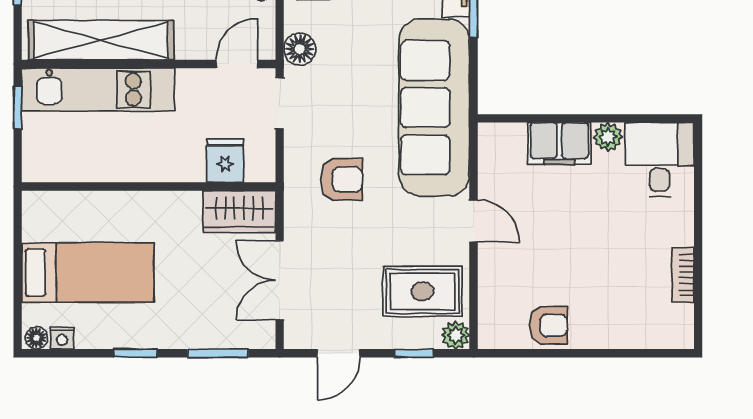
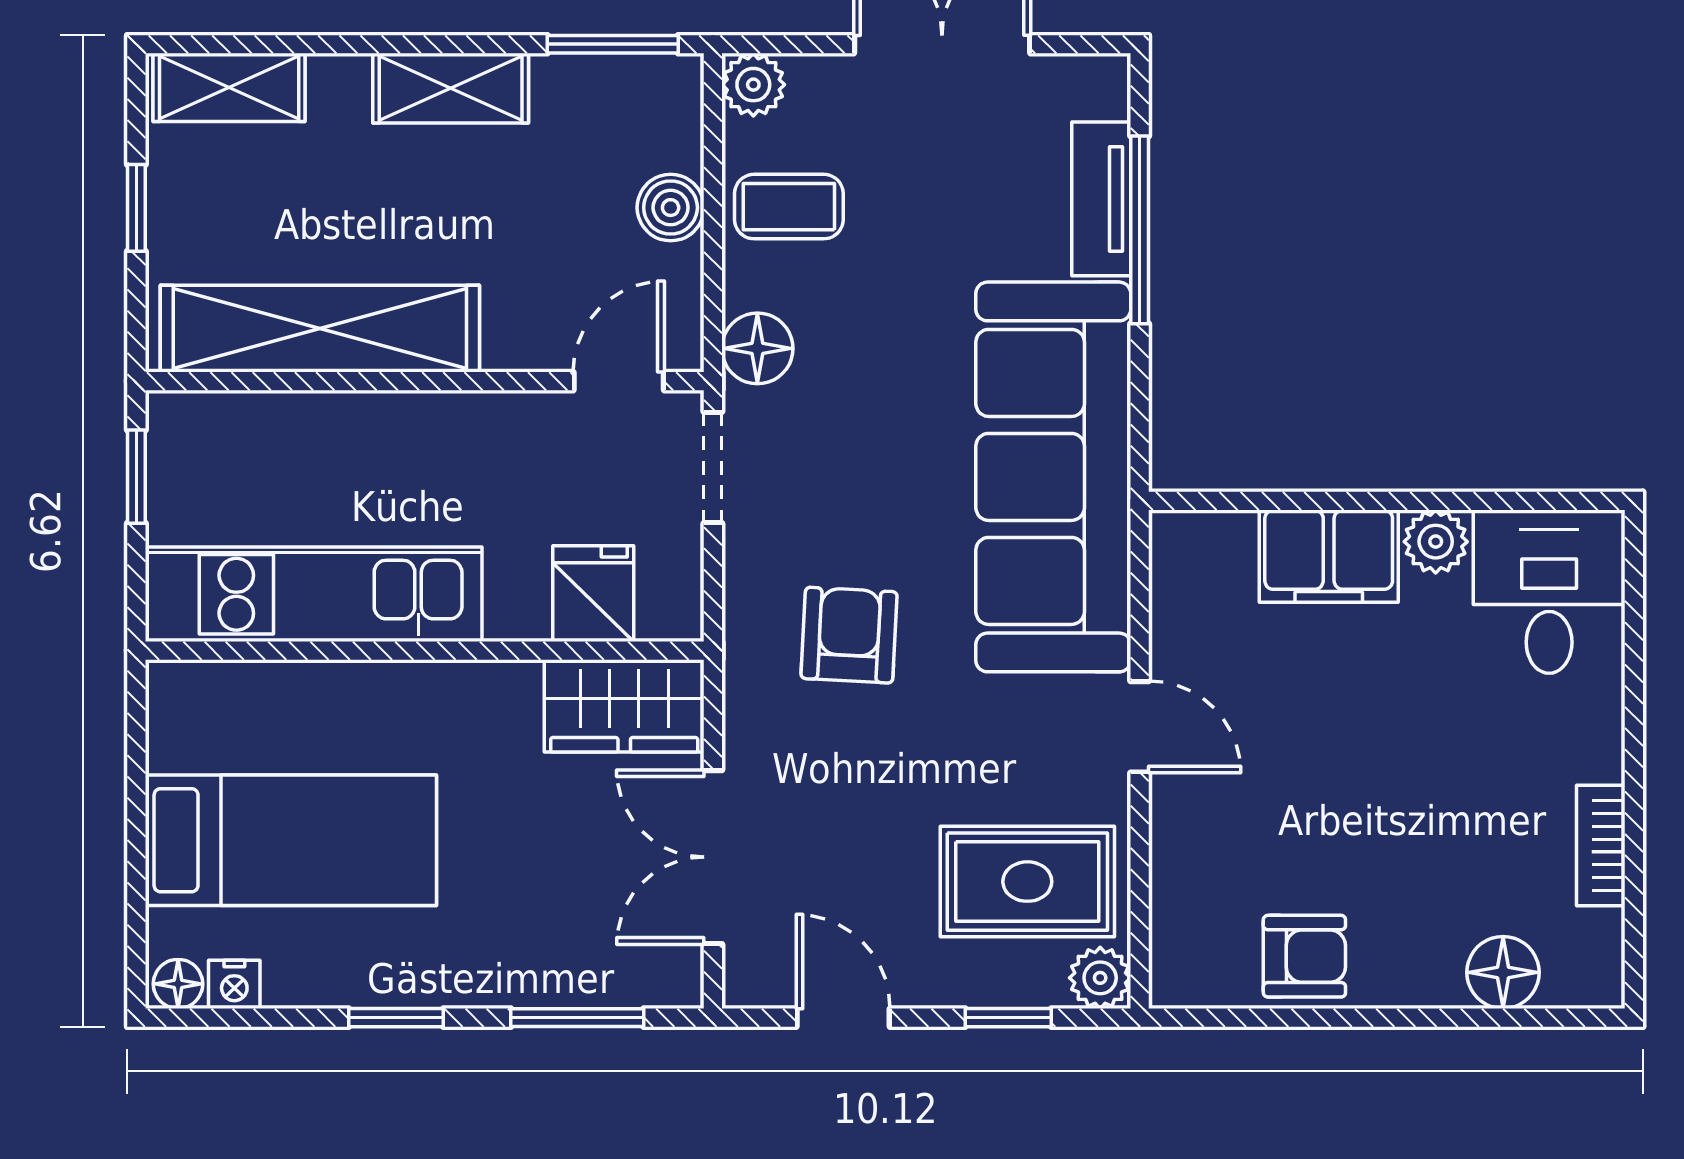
kitchen unit: (98, 90) -> (314, 594), moved, turned 180
armchair: (341, 179) -> (849, 635), turned -87
floor lamp: (639, 333) -> (1503, 972), added
door: (339, 353) -> (843, 1018), swing flipped

